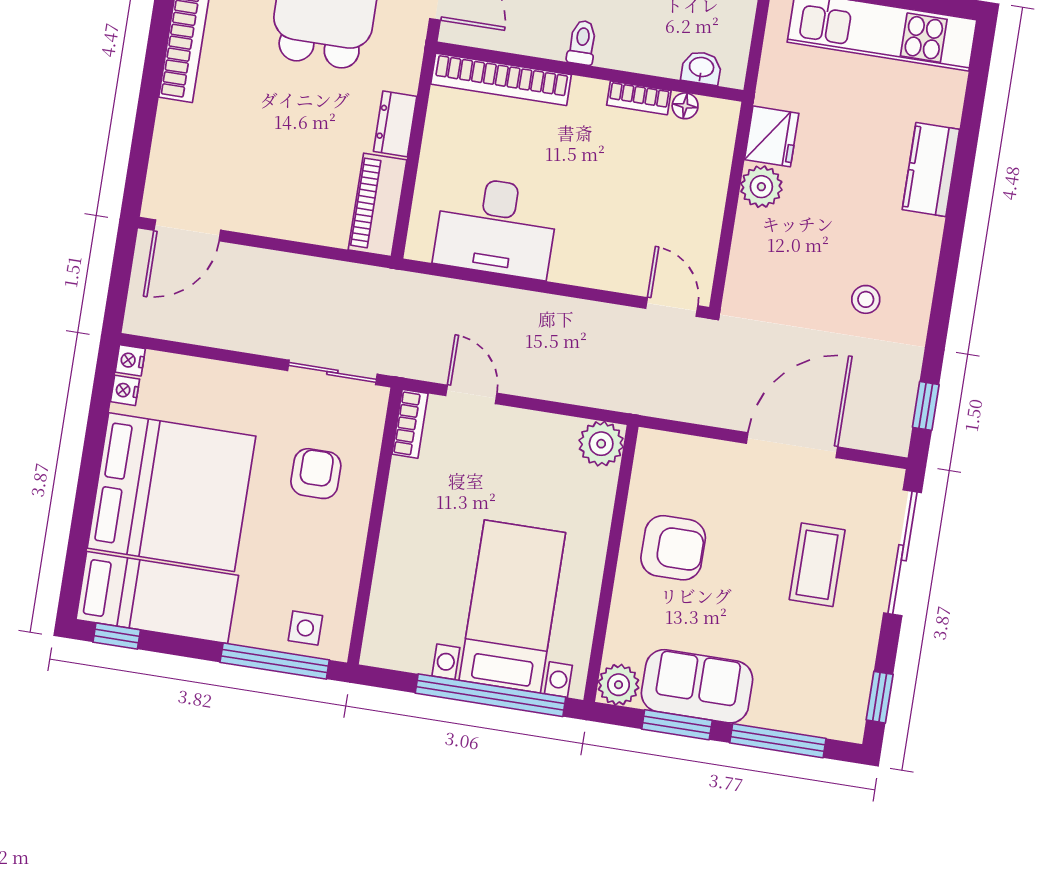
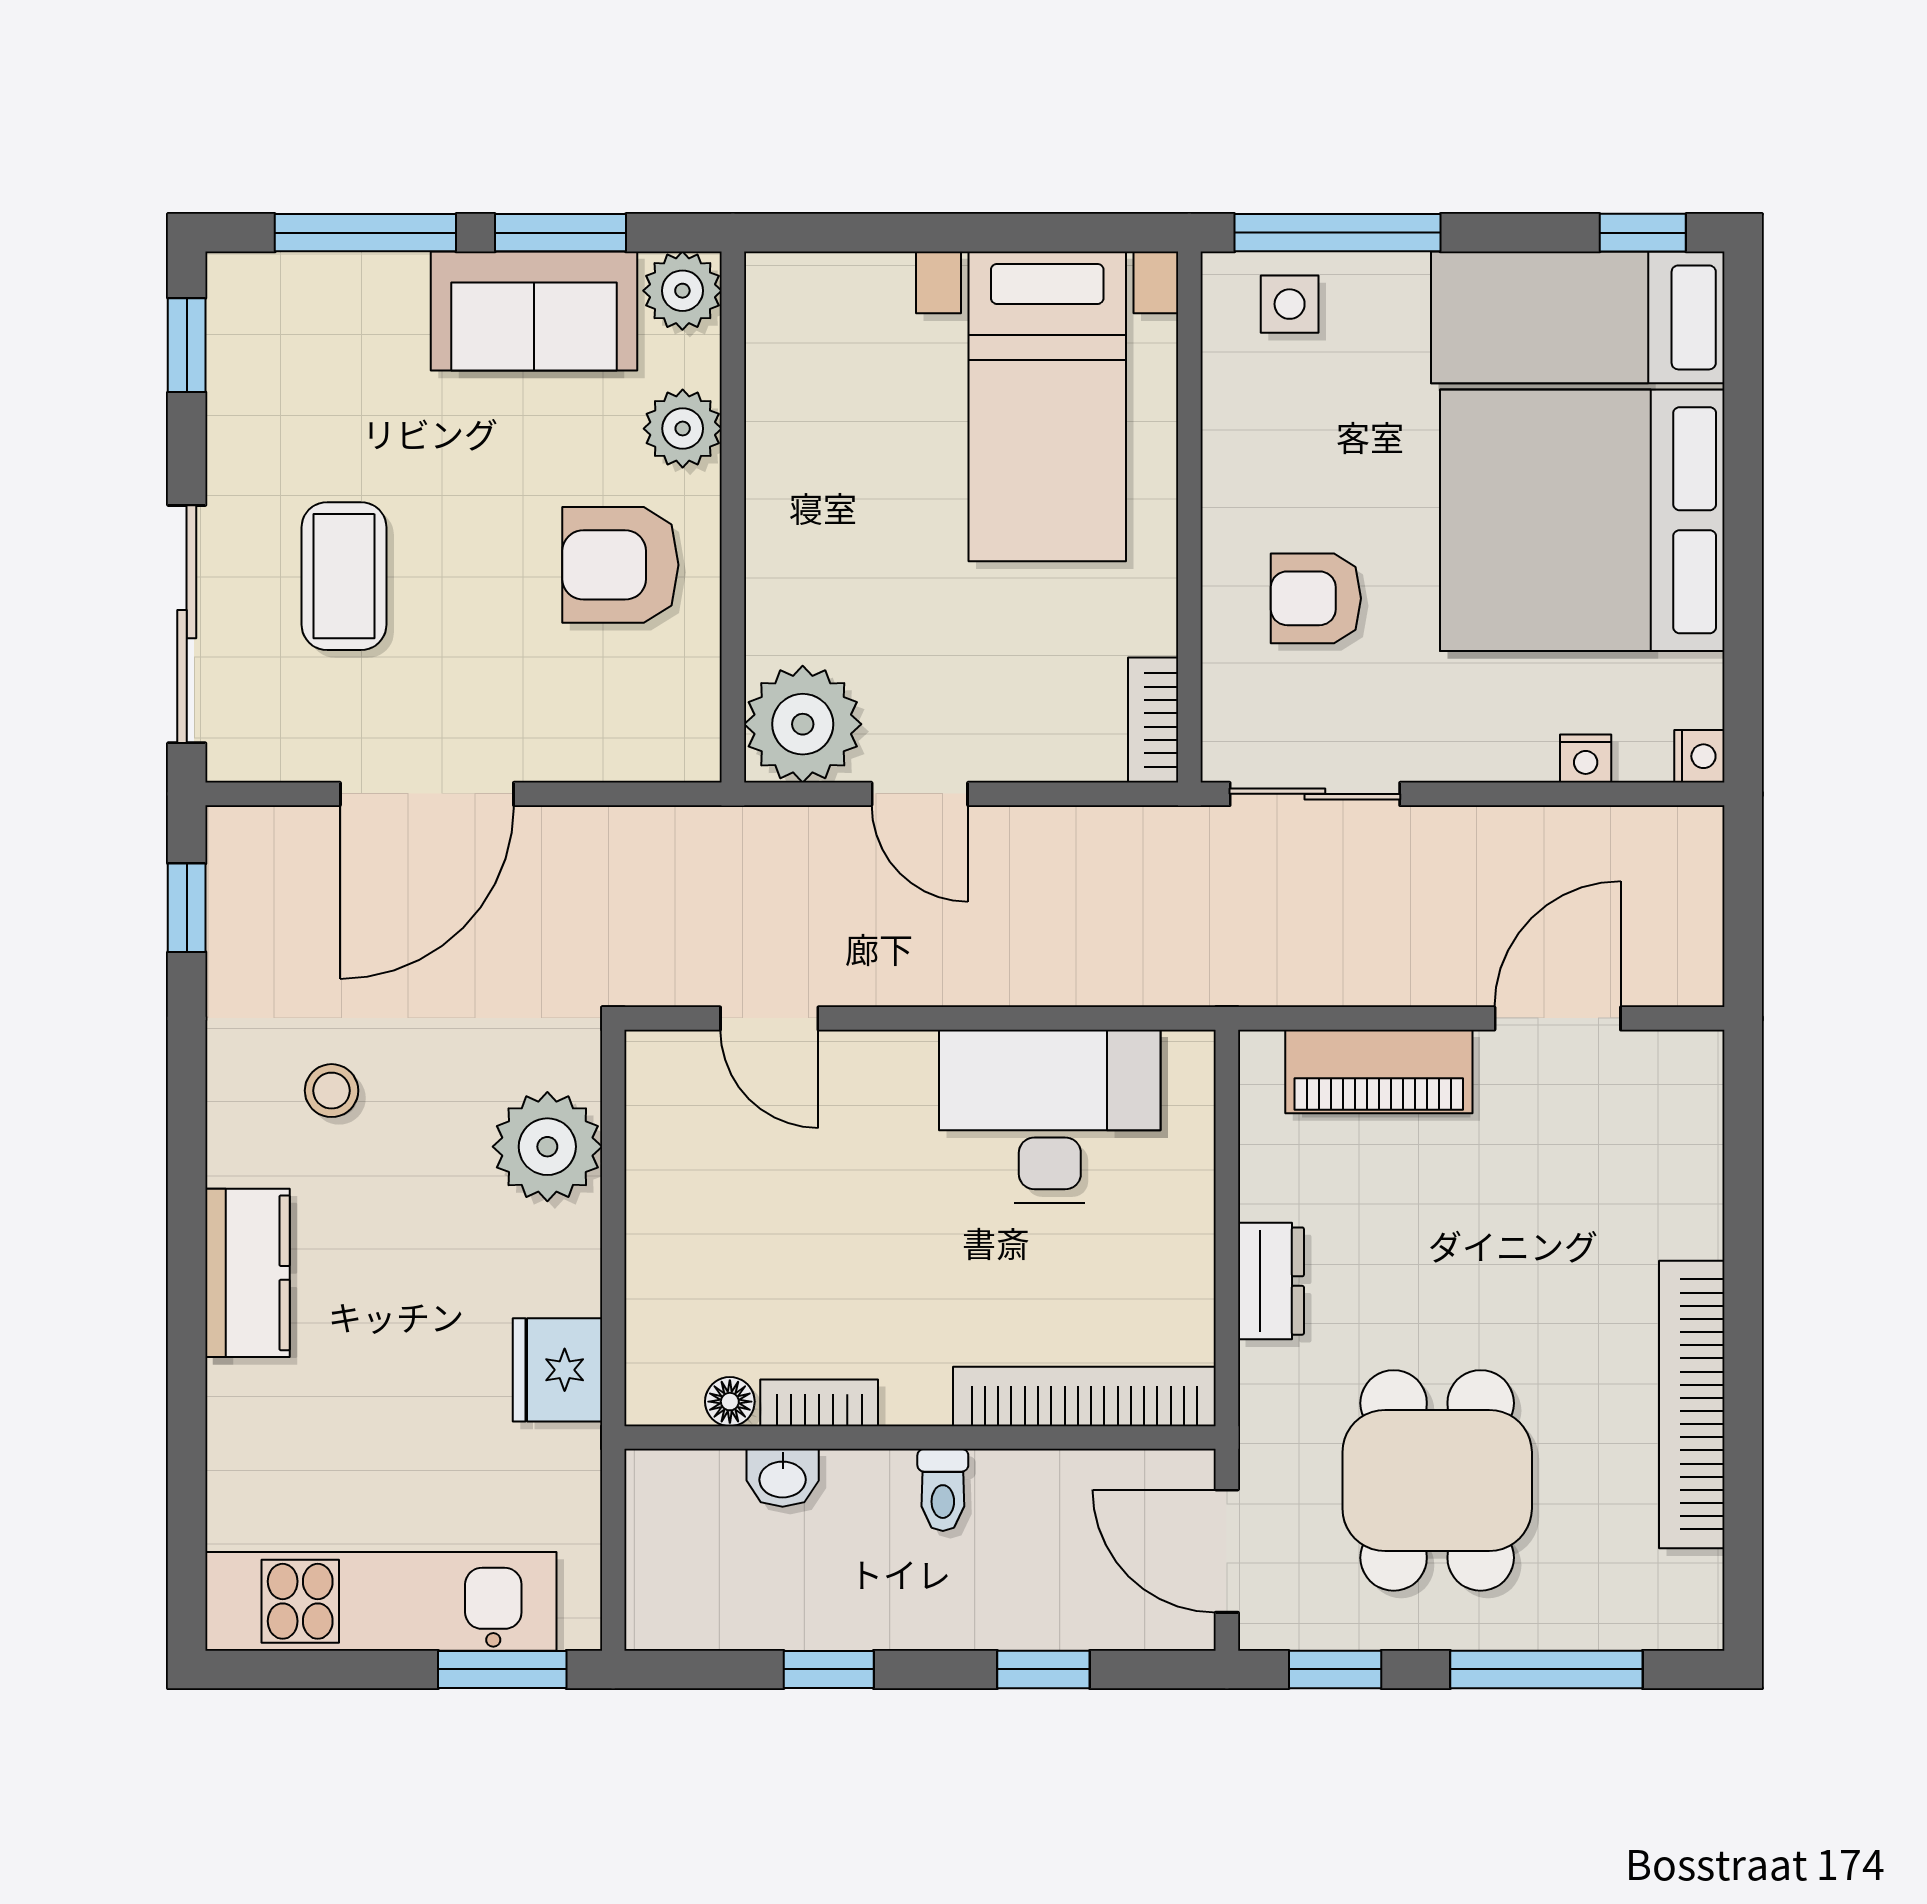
washbasin: (701, 68) -> (783, 1478), moved
kitchen counter: (931, 170) -> (248, 1273), moved
plant: (761, 187) -> (547, 1147), moved, width x1.36, depth x1.36
piano: (378, 205) -> (1379, 1071), moved, turned 90
door: (187, 230) -> (1558, 1018), moved
door: (672, 307) -> (769, 1018), moved
nightstand: (125, 390) -> (1586, 759), moved, turned 90
door: (471, 394) -> (920, 794), moved
plant: (601, 444) -> (803, 724), width x1.36, depth x1.36
armchair: (316, 474) -> (1316, 598), turned 90
bed with nightstands: (512, 606) -> (1047, 406), moved
plant: (630, 613) -> (683, 429), added
window: (491, 695) -> (920, 233), removed

